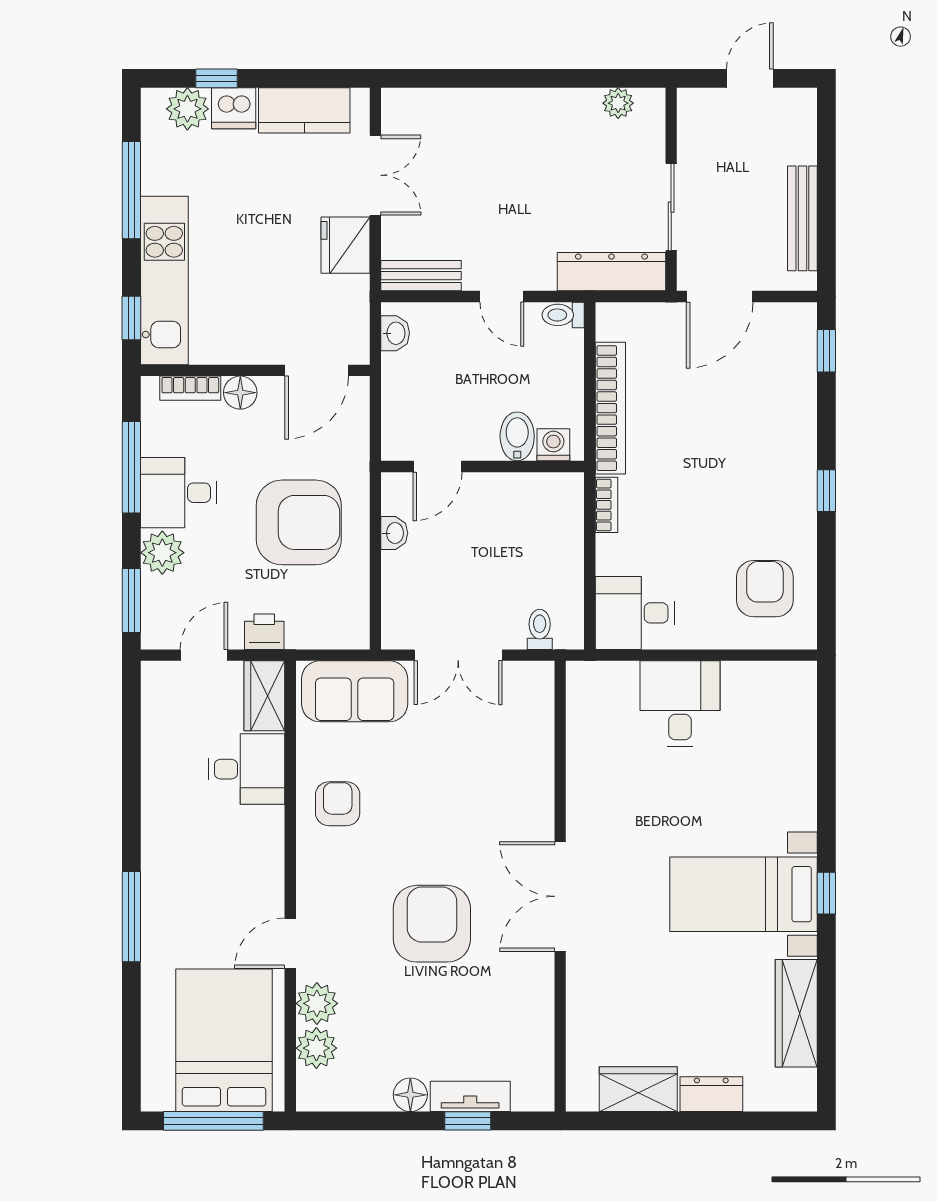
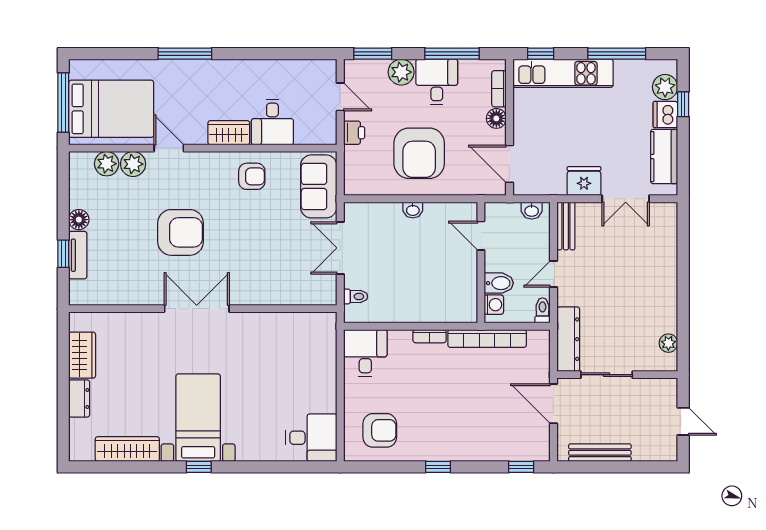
bidet: (517, 436) -> (499, 283), moved
washing machine: (553, 445) -> (494, 305), moved
door: (437, 467) -> (481, 236), moved
wall: (483, 467) -> (481, 263), moved
wardrobe: (264, 696) -> (229, 133), moved
desk: (680, 704) -> (311, 438), moved

